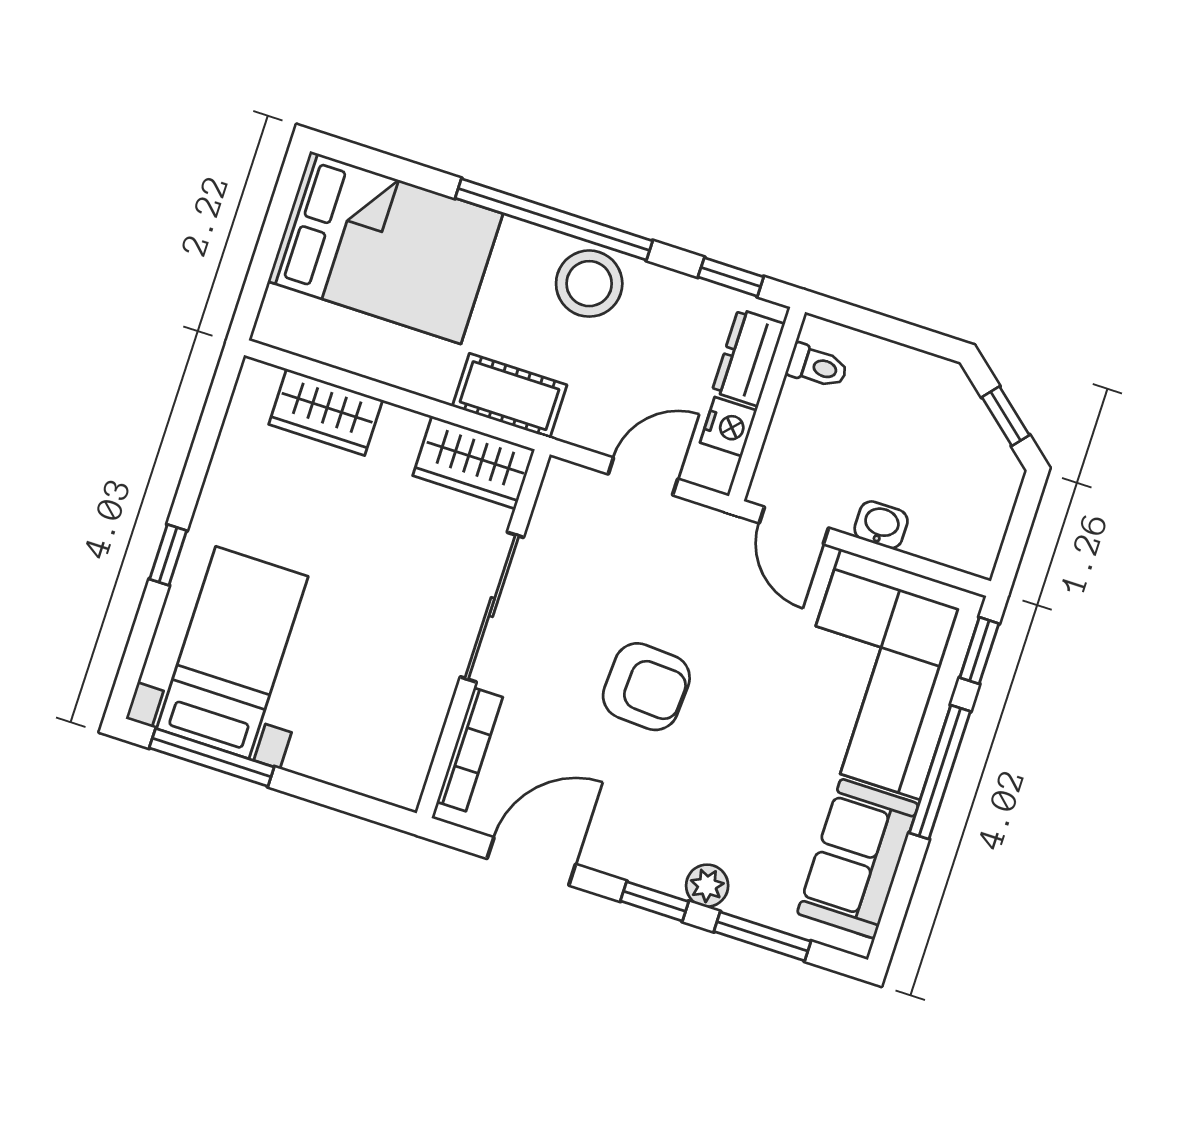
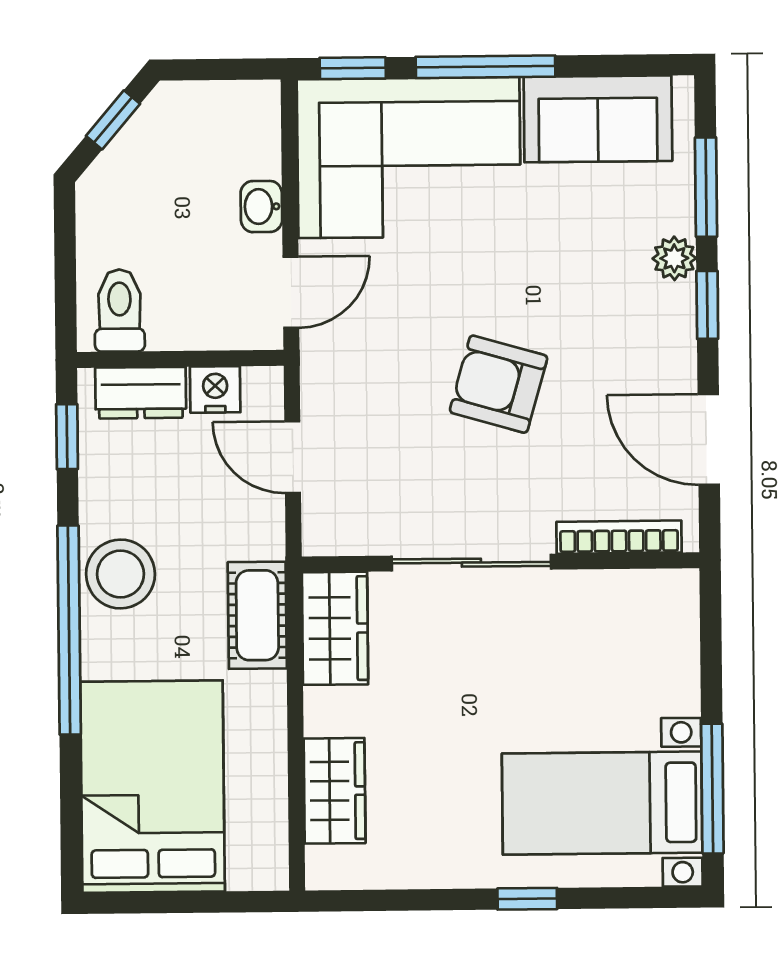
toilet: (817, 366) -> (120, 310), width x1.37, depth x1.39
armchair: (646, 687) -> (499, 384), turned -77

